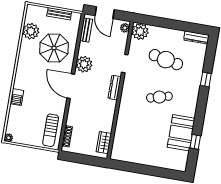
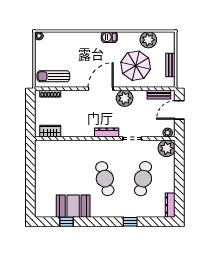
barbecue: (17, 97) -> (109, 37), moved
cafe table: (159, 97) -> (105, 179), width x1.37, depth x1.35

